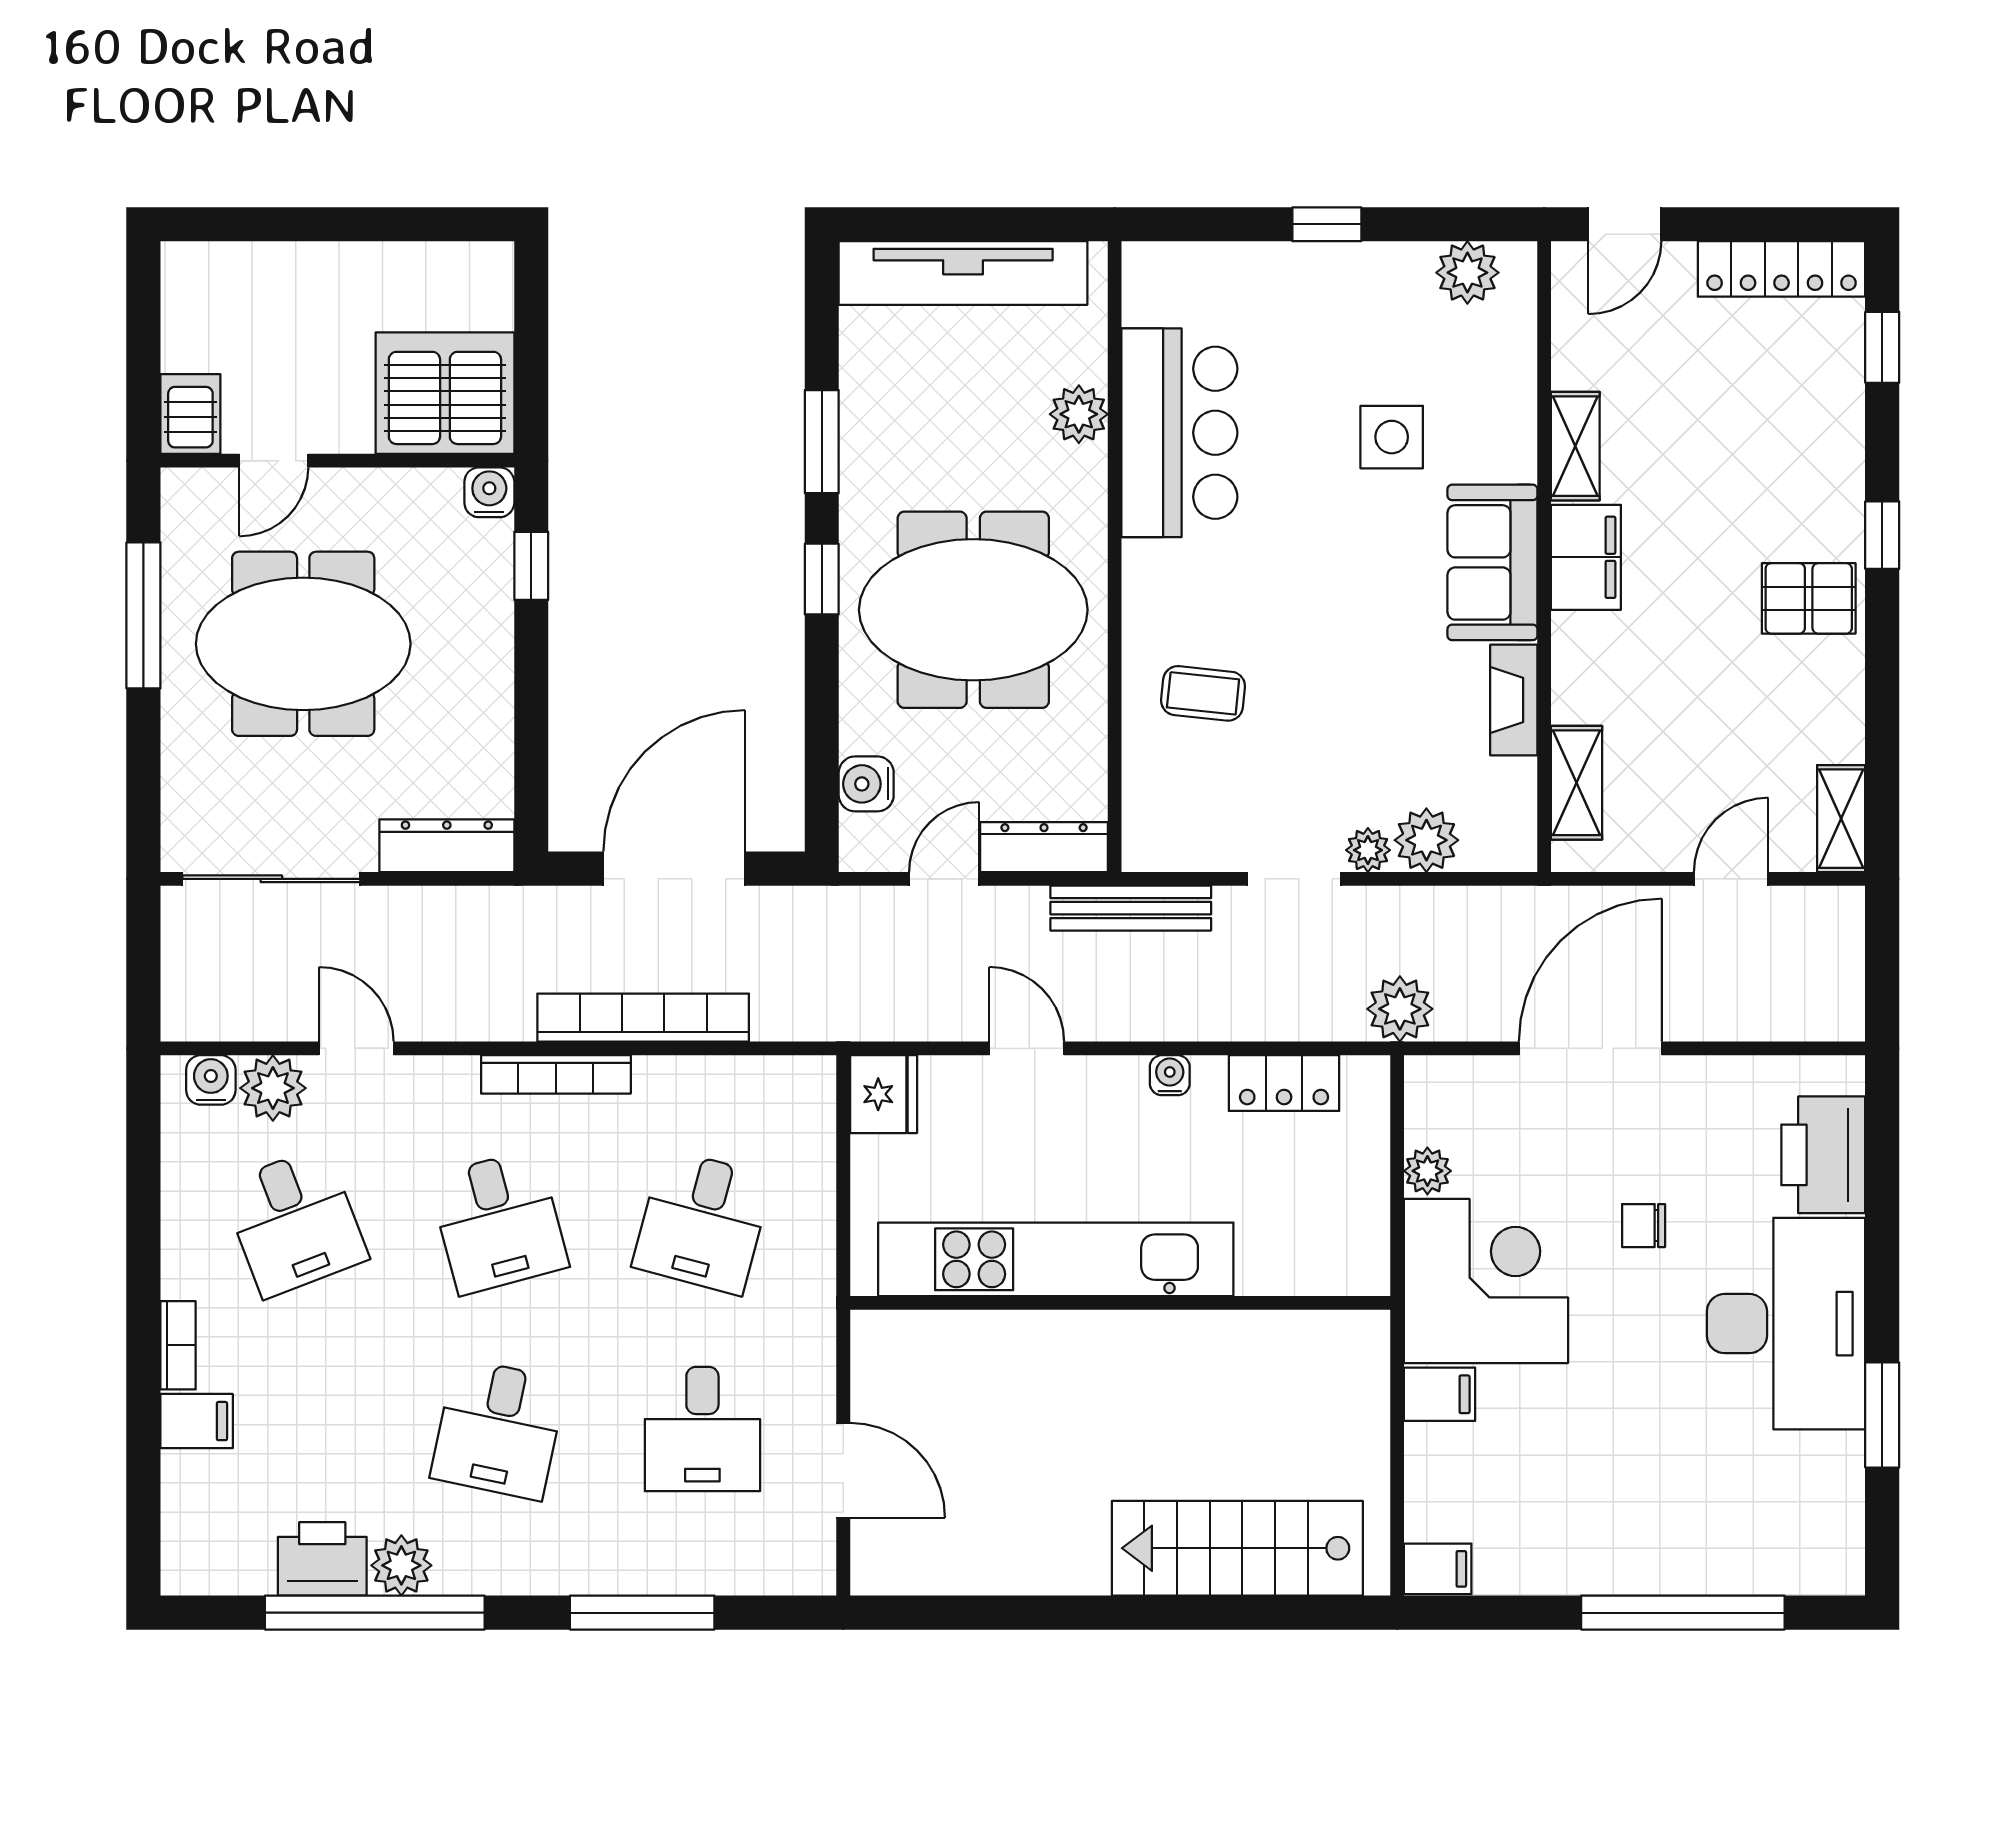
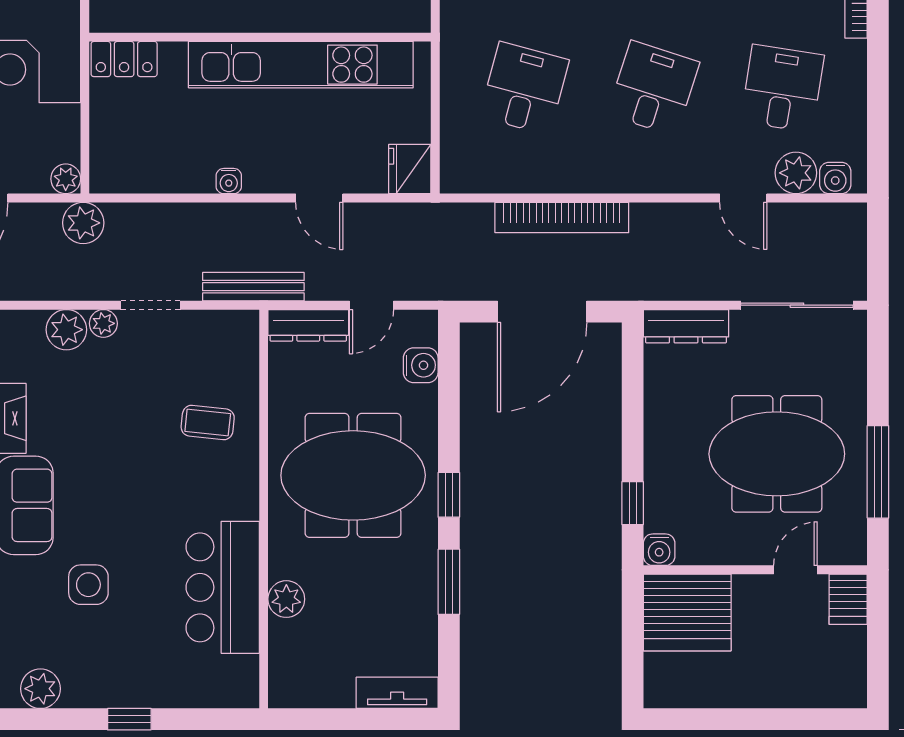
tv unit: (963, 273) -> (397, 693), width x0.52, depth x0.78
bookcase: (556, 1074) -> (617, 182), removed
locker: (1284, 1083) -> (124, 59), moved, turned 180
plant: (1427, 1171) -> (66, 179), moved
desk: (294, 1222) -> (782, 88), turned 30
desk: (498, 1222) -> (653, 88), turned 33

